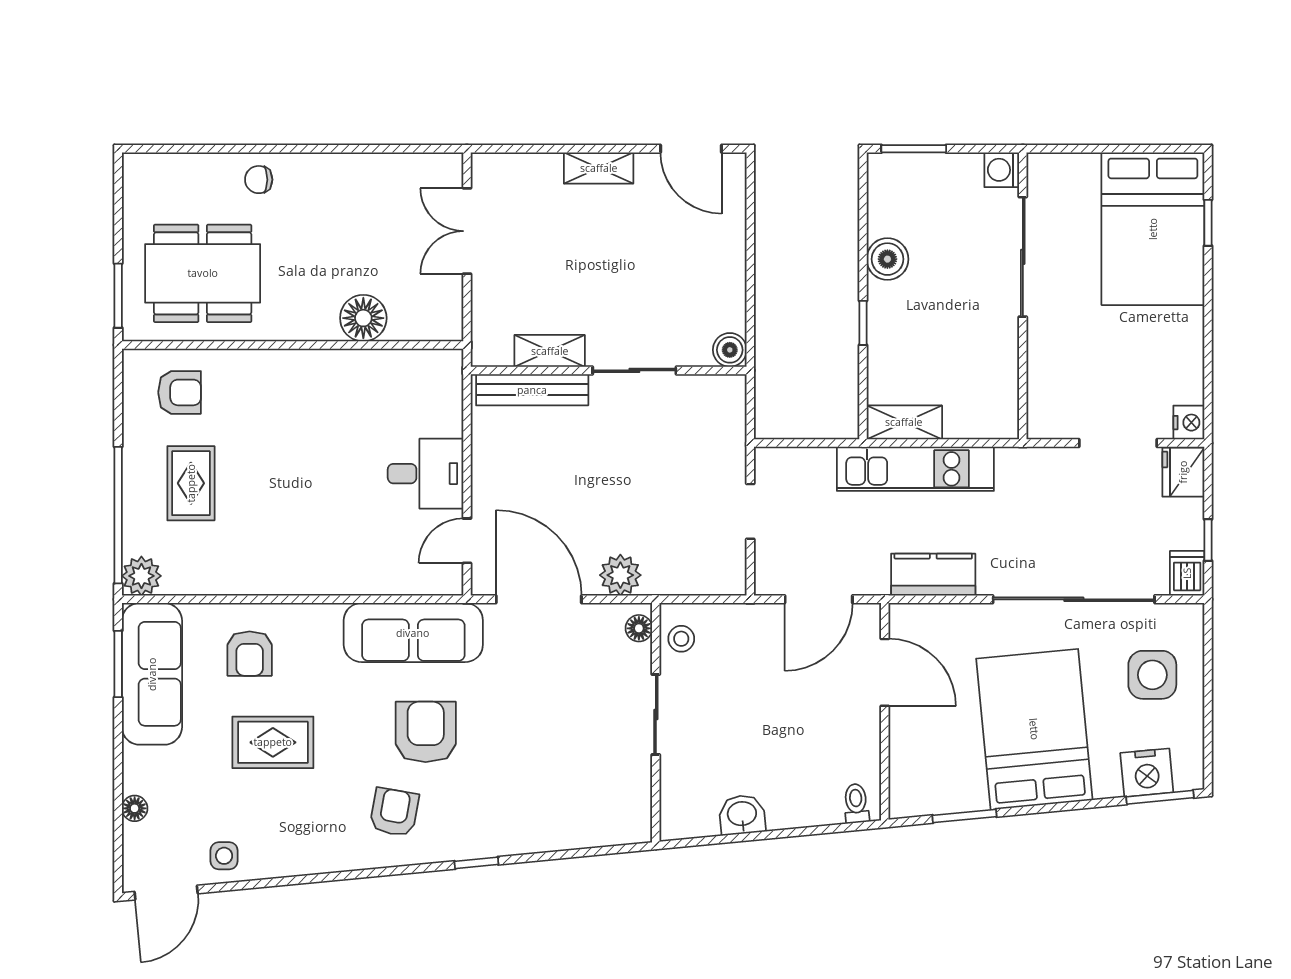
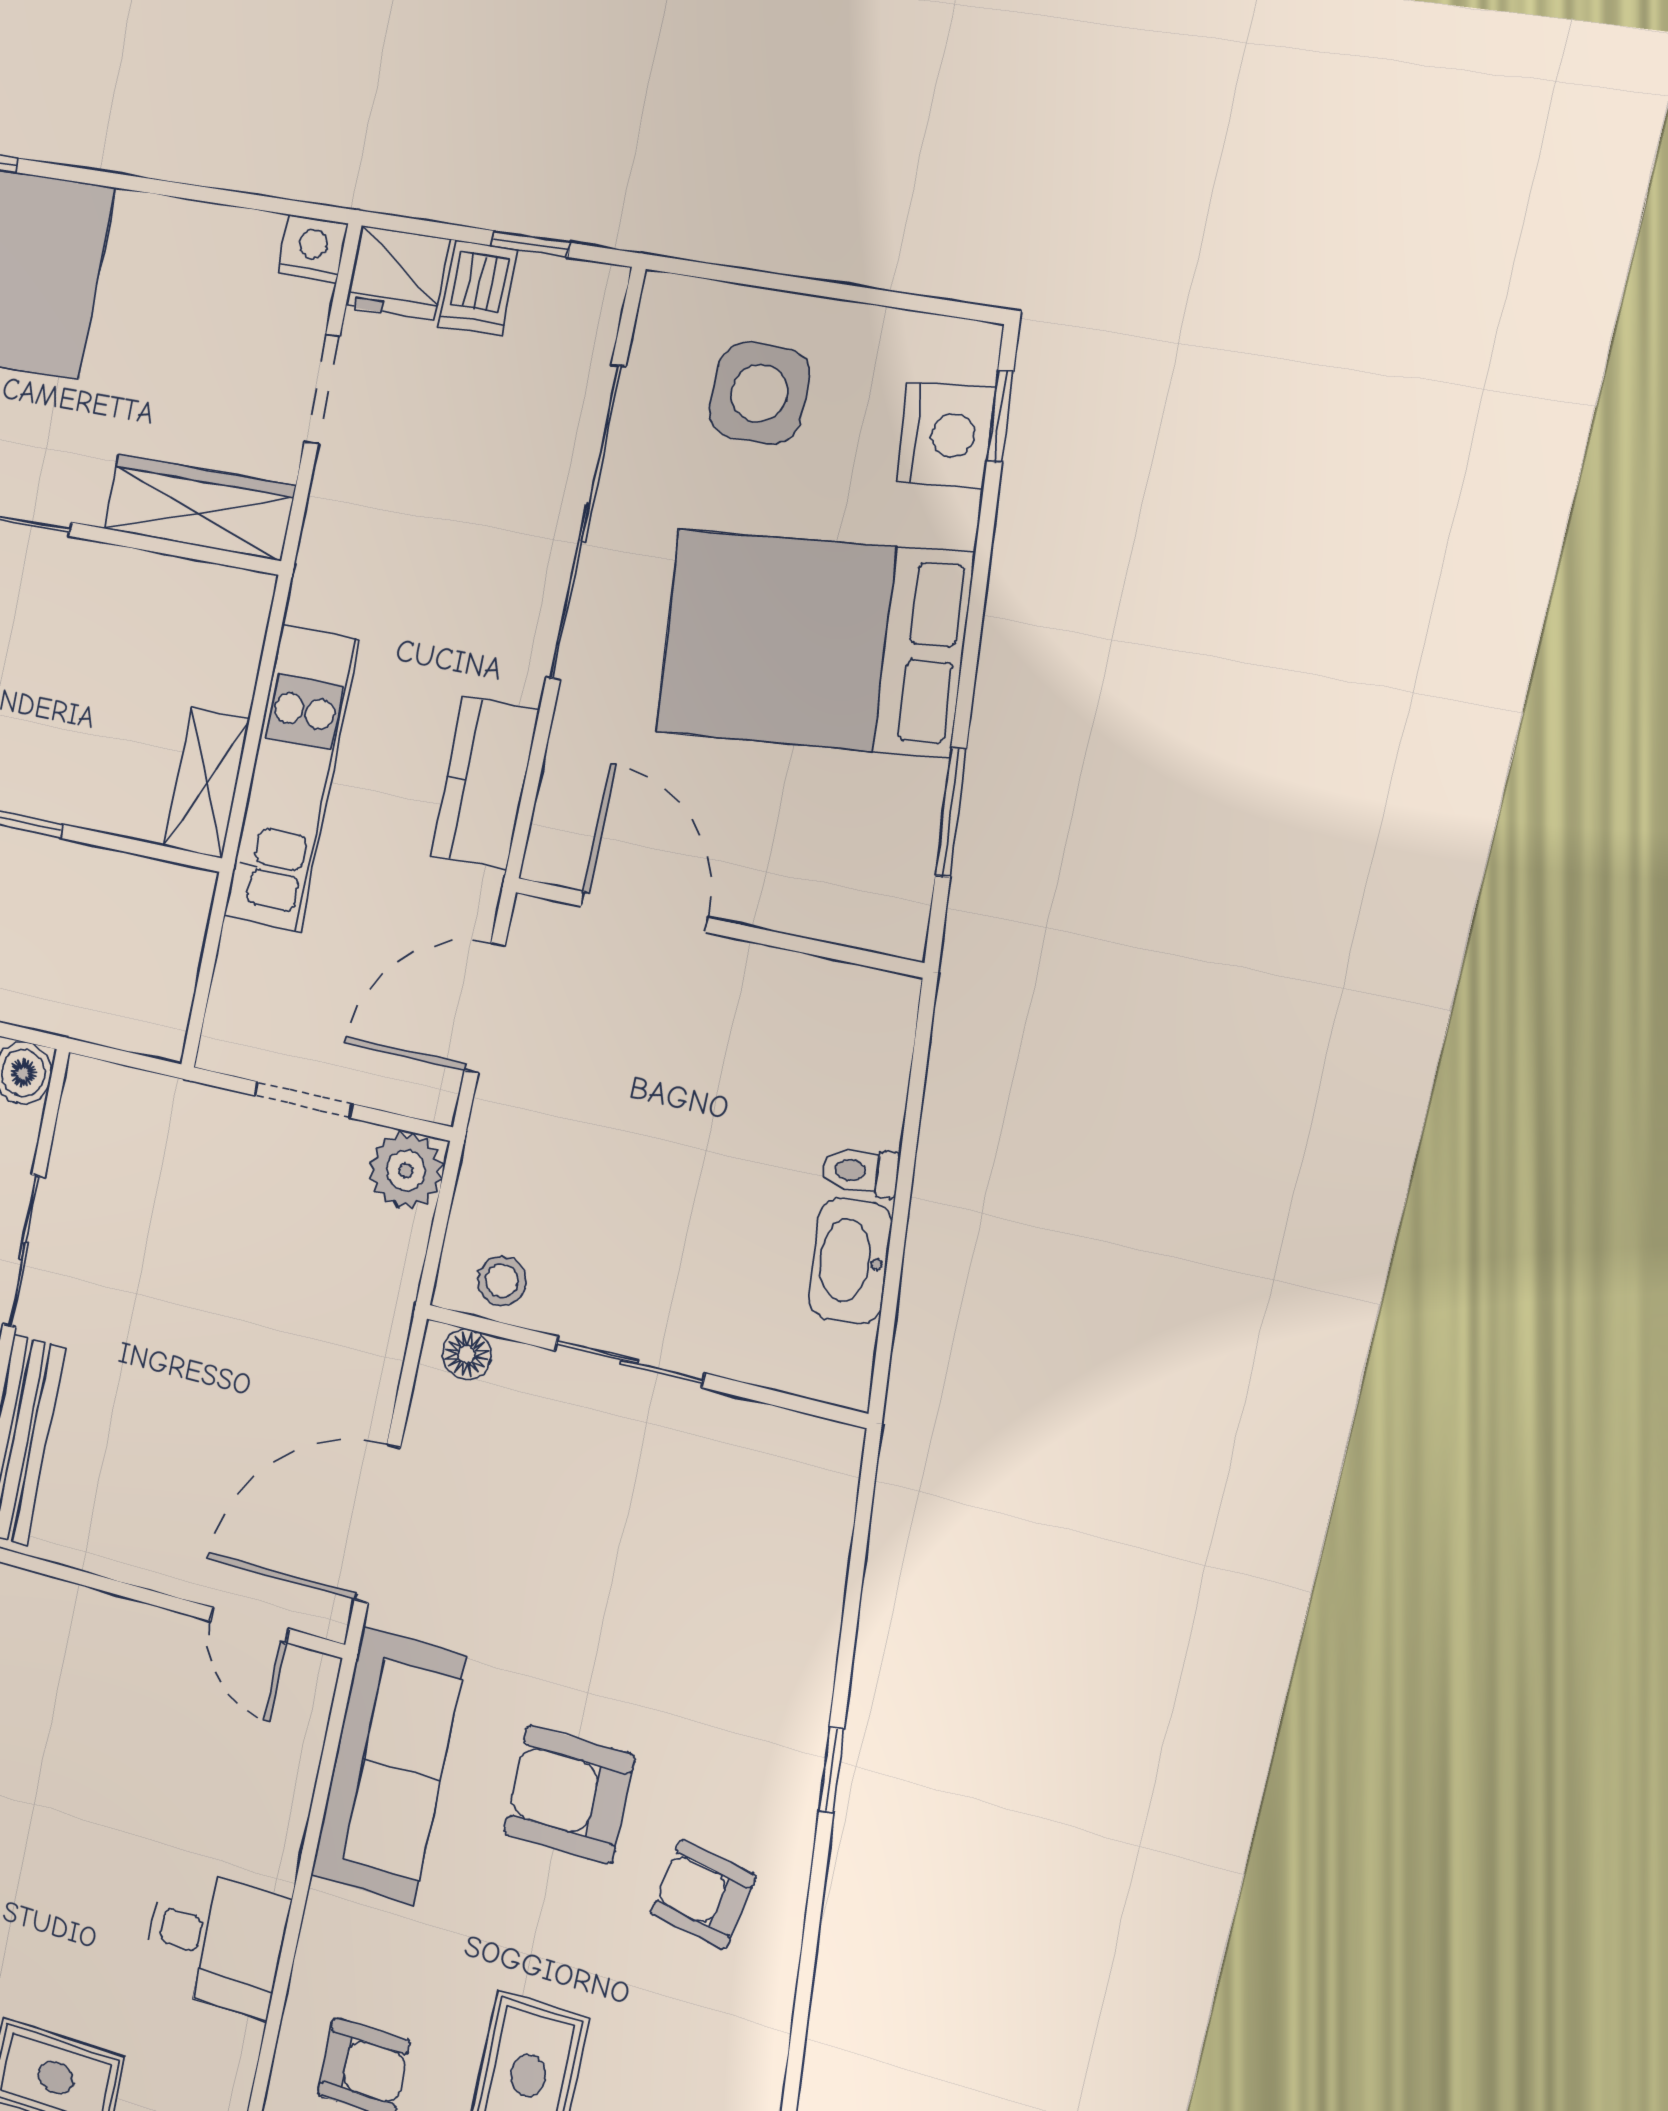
wardrobe: (1046, 388) -> (199, 507), added
doorway: (1118, 443) -> (322, 389), width x0.73
desk: (425, 474) -> (216, 1940), moved, turned 90
dishwasher: (1187, 573) -> (479, 288), moved, turned -90
plant: (620, 575) -> (406, 1171), moved
door: (819, 599) -> (485, 1008), swing flipped
door: (885, 672) -> (644, 912), hinge flipped
window: (1160, 797) -> (1000, 416), width x0.67
toilet: (856, 803) -> (860, 1172), moved
washbasin: (742, 815) -> (850, 1261), width x1.38

